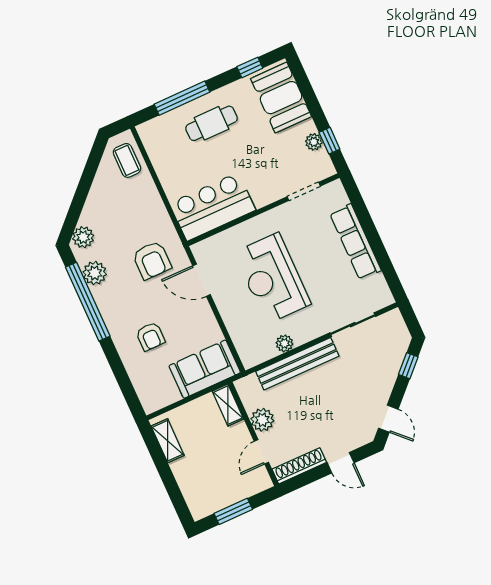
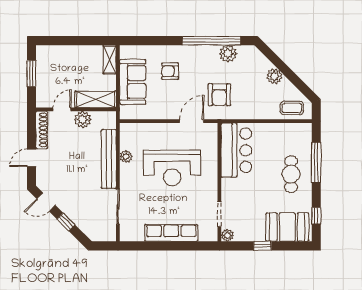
window: (329, 141) -> (262, 246), moved
plant: (314, 142) -> (227, 235), moved
plant: (83, 237) -> (274, 76), moved
armchair: (152, 260) -> (219, 95), turned -90
reception desk: (272, 278) -> (172, 168), turned 180
window: (408, 366) -> (66, 222), moved
sofa: (205, 369) -> (133, 82), moved
shelving: (228, 405) -> (96, 99), width x1.50, depth x1.33
shelving: (168, 441) -> (110, 59), moved, turned 90
door: (261, 452) -> (62, 109), hinge flipped

